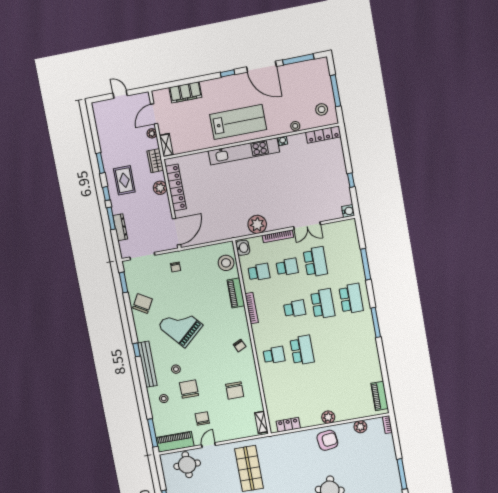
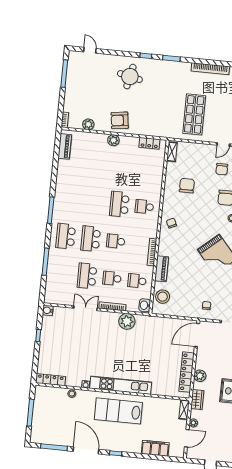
stool: (322, 109) -> (46, 401), removed

